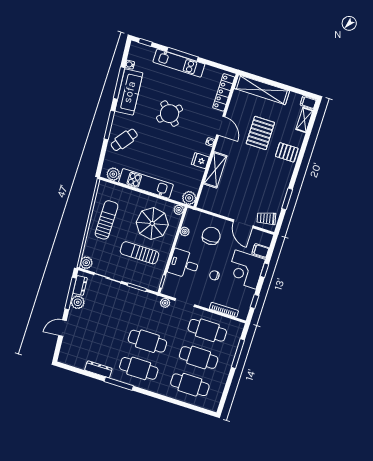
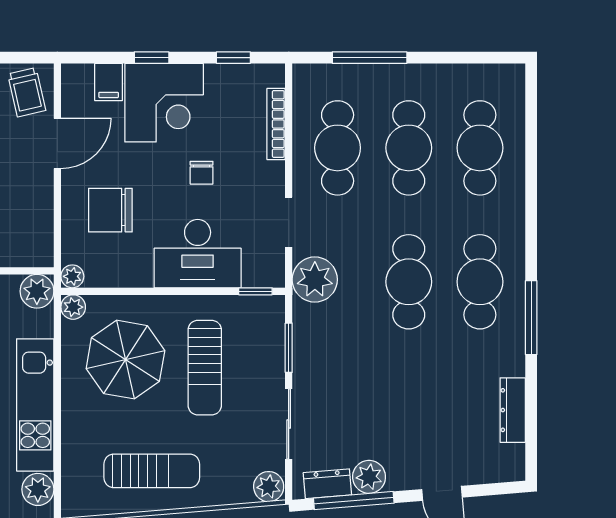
sun lounger: (106, 220) -> (152, 471), turned 180
plant: (185, 232) -> (72, 276), moved
desk: (184, 264) -> (198, 254), width x1.37
plant: (165, 303) -> (315, 280), width x1.87, depth x1.87
dresser: (98, 369) -> (513, 410), moved

